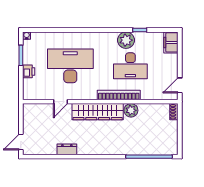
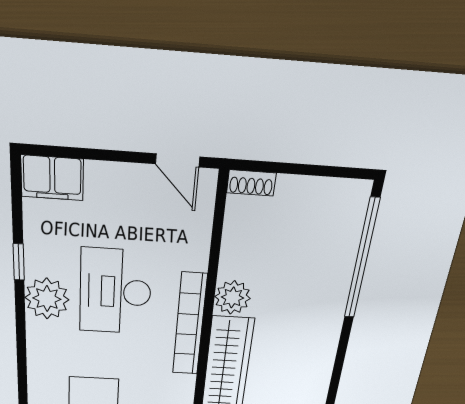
desk: (130, 66) -> (115, 292), turned 180

